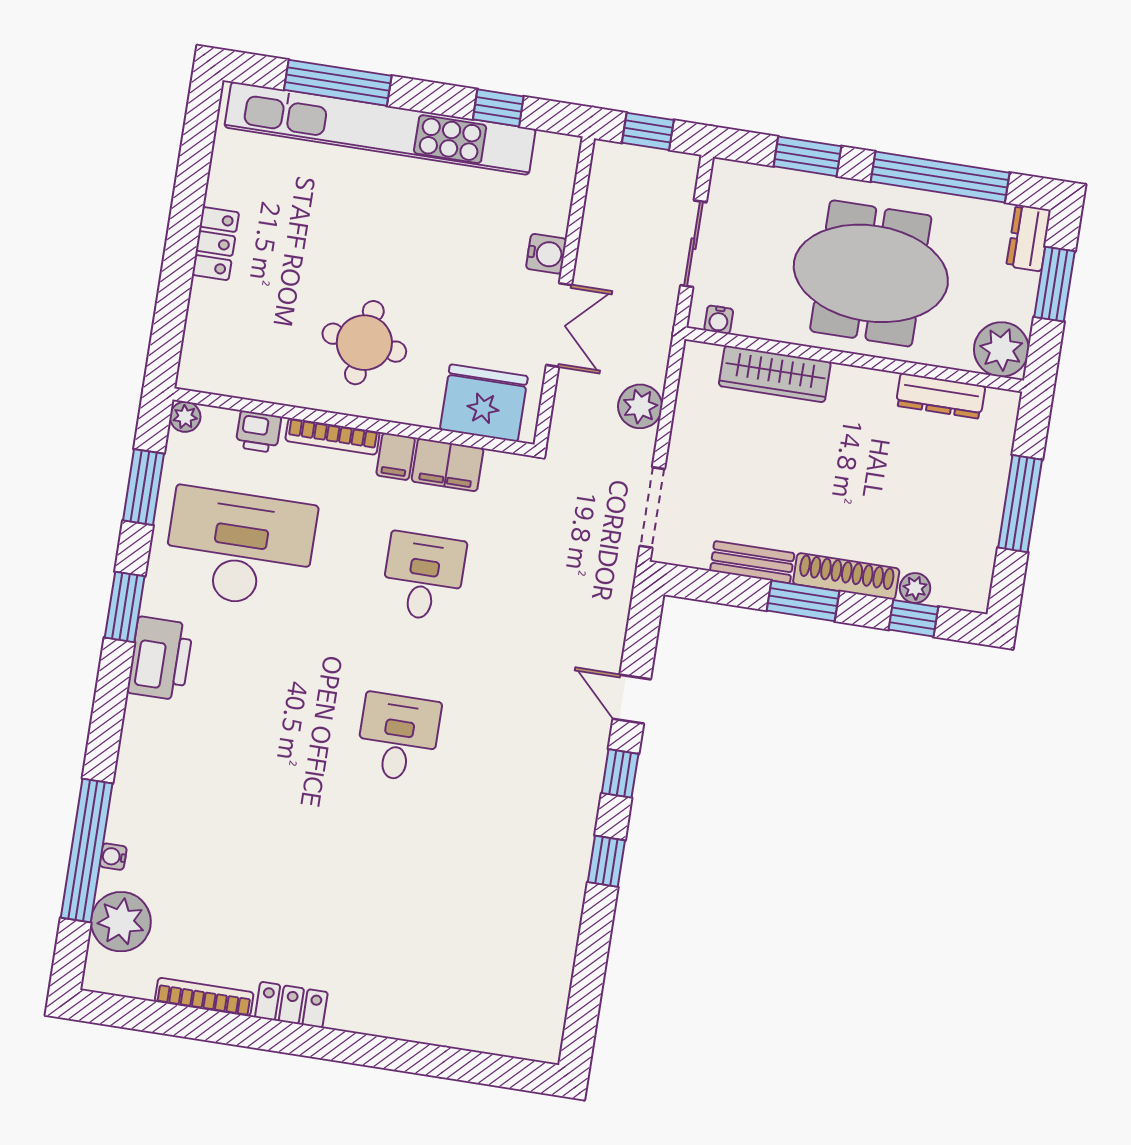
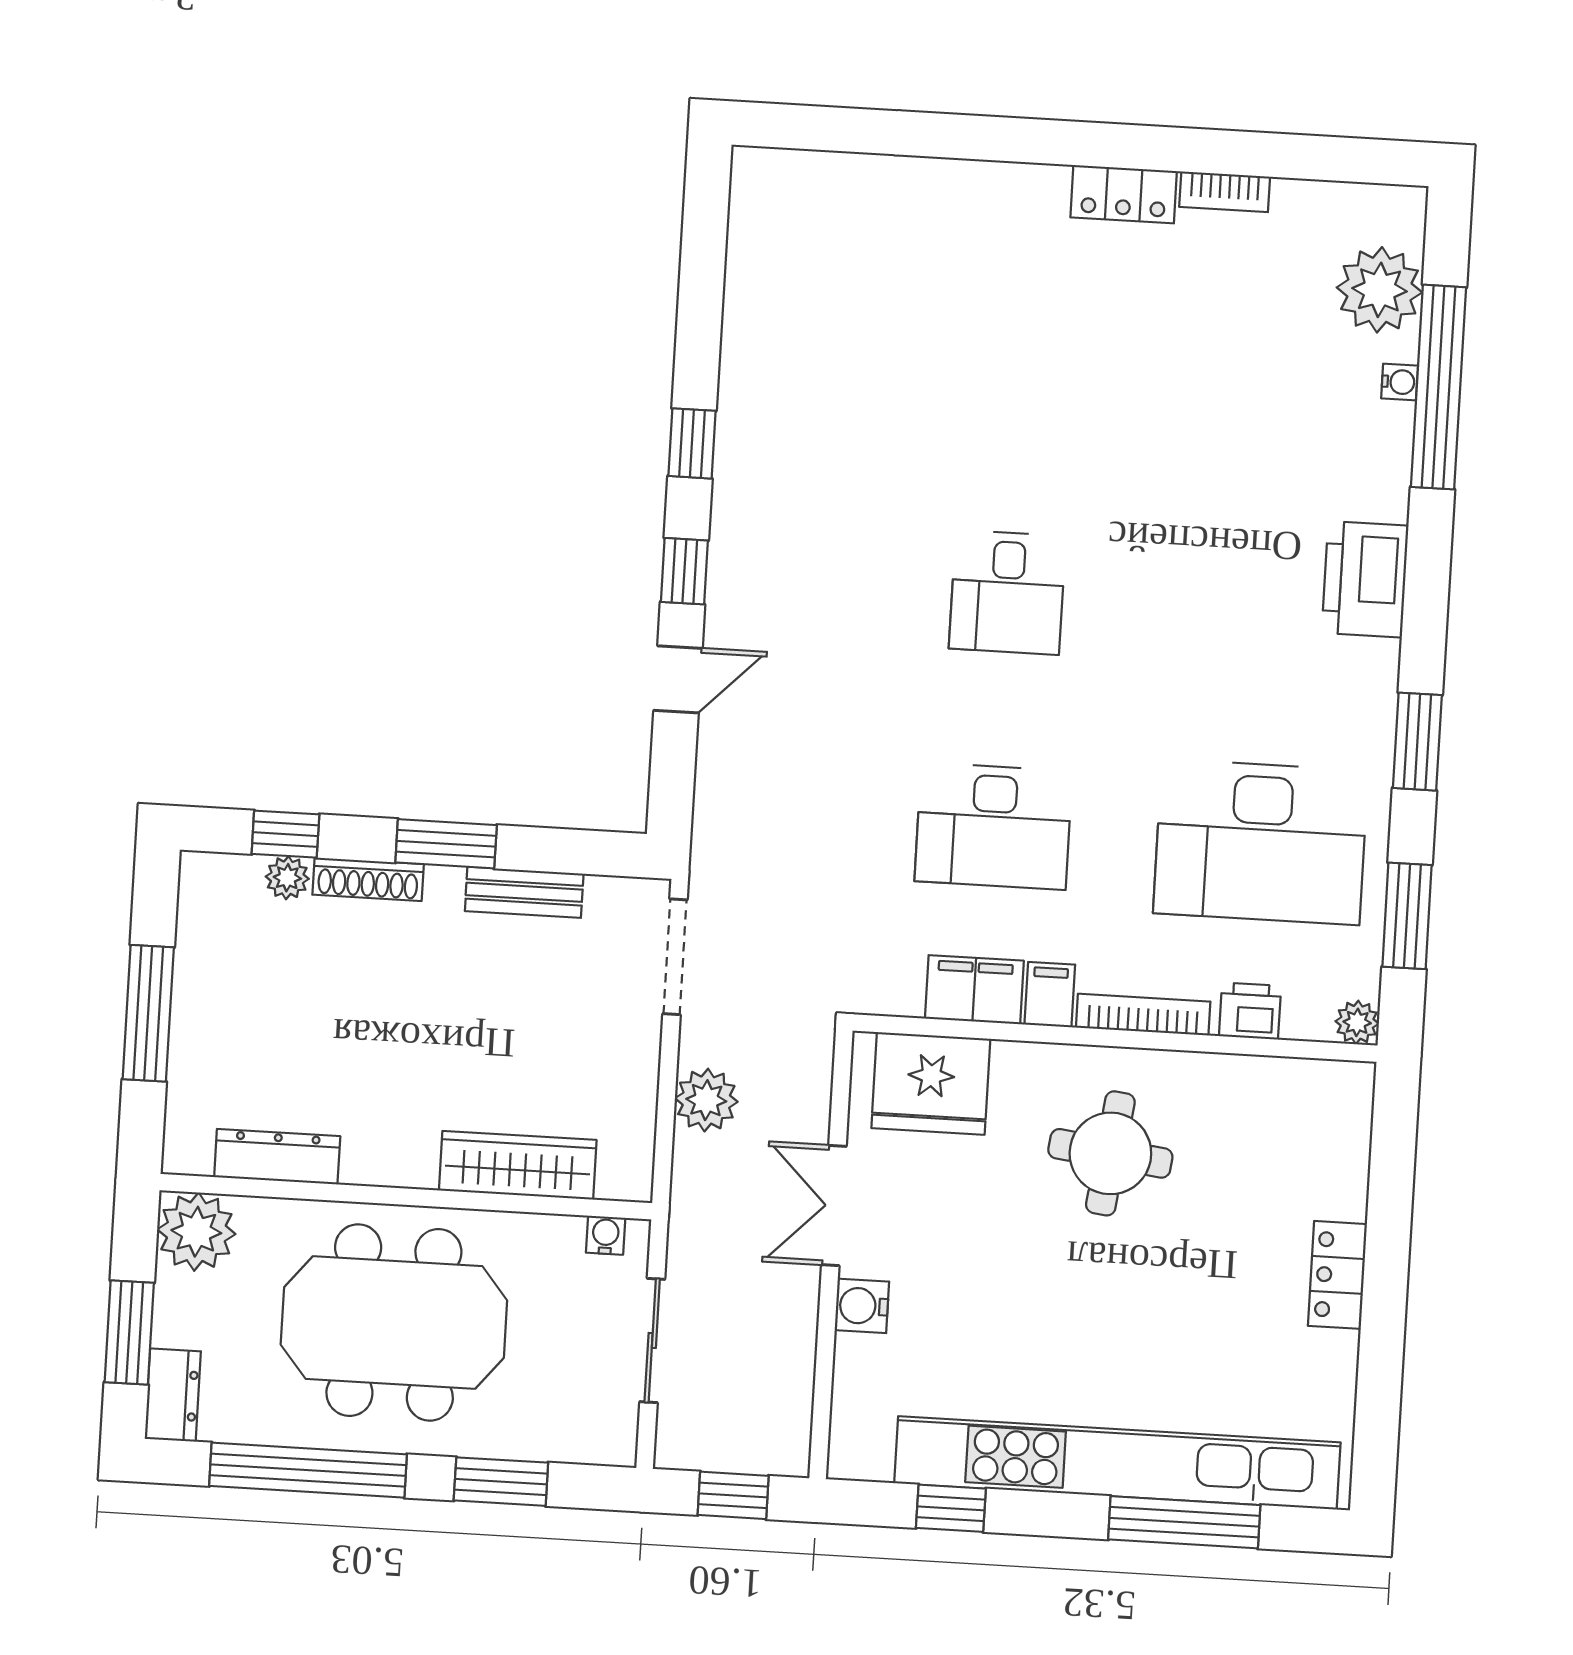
shoe rack: (846, 576) -> (368, 879), width x0.74, depth x0.81
desk: (423, 577) -> (993, 826), width x1.37
printer: (160, 659) -> (1365, 579), moved
door: (632, 699) -> (678, 679), hinge flipped
bookcase: (204, 997) -> (1225, 192), width x0.64

